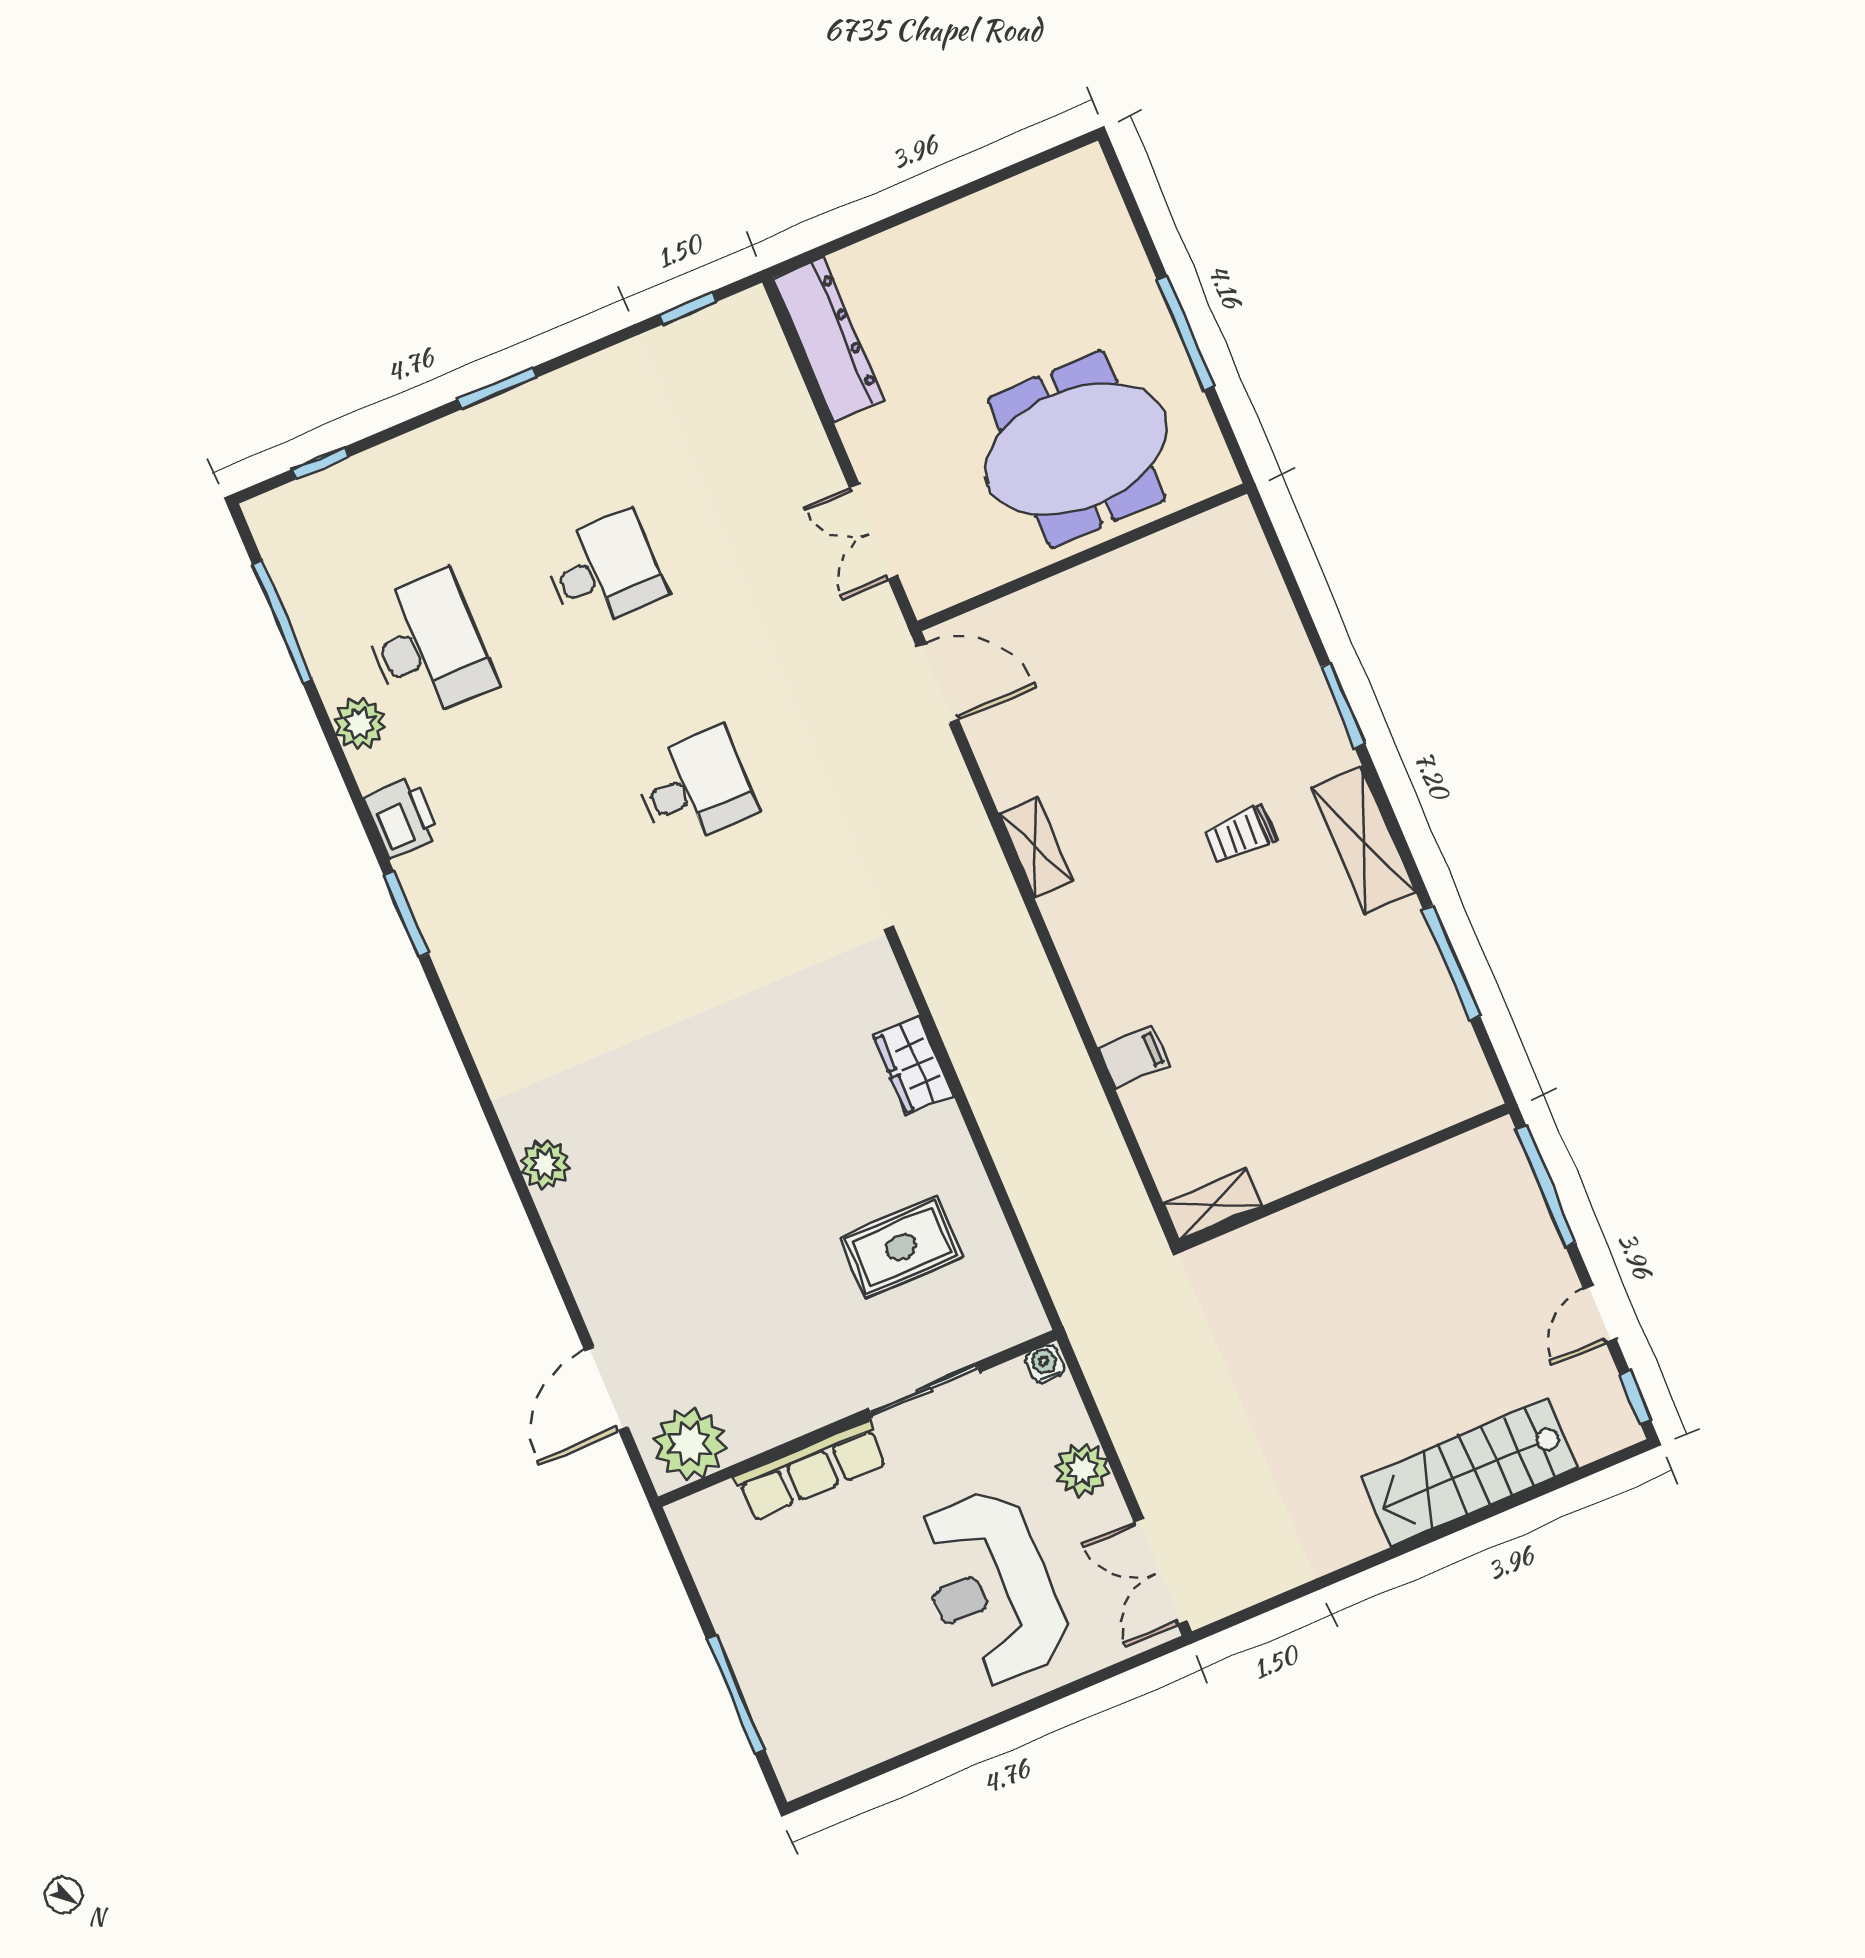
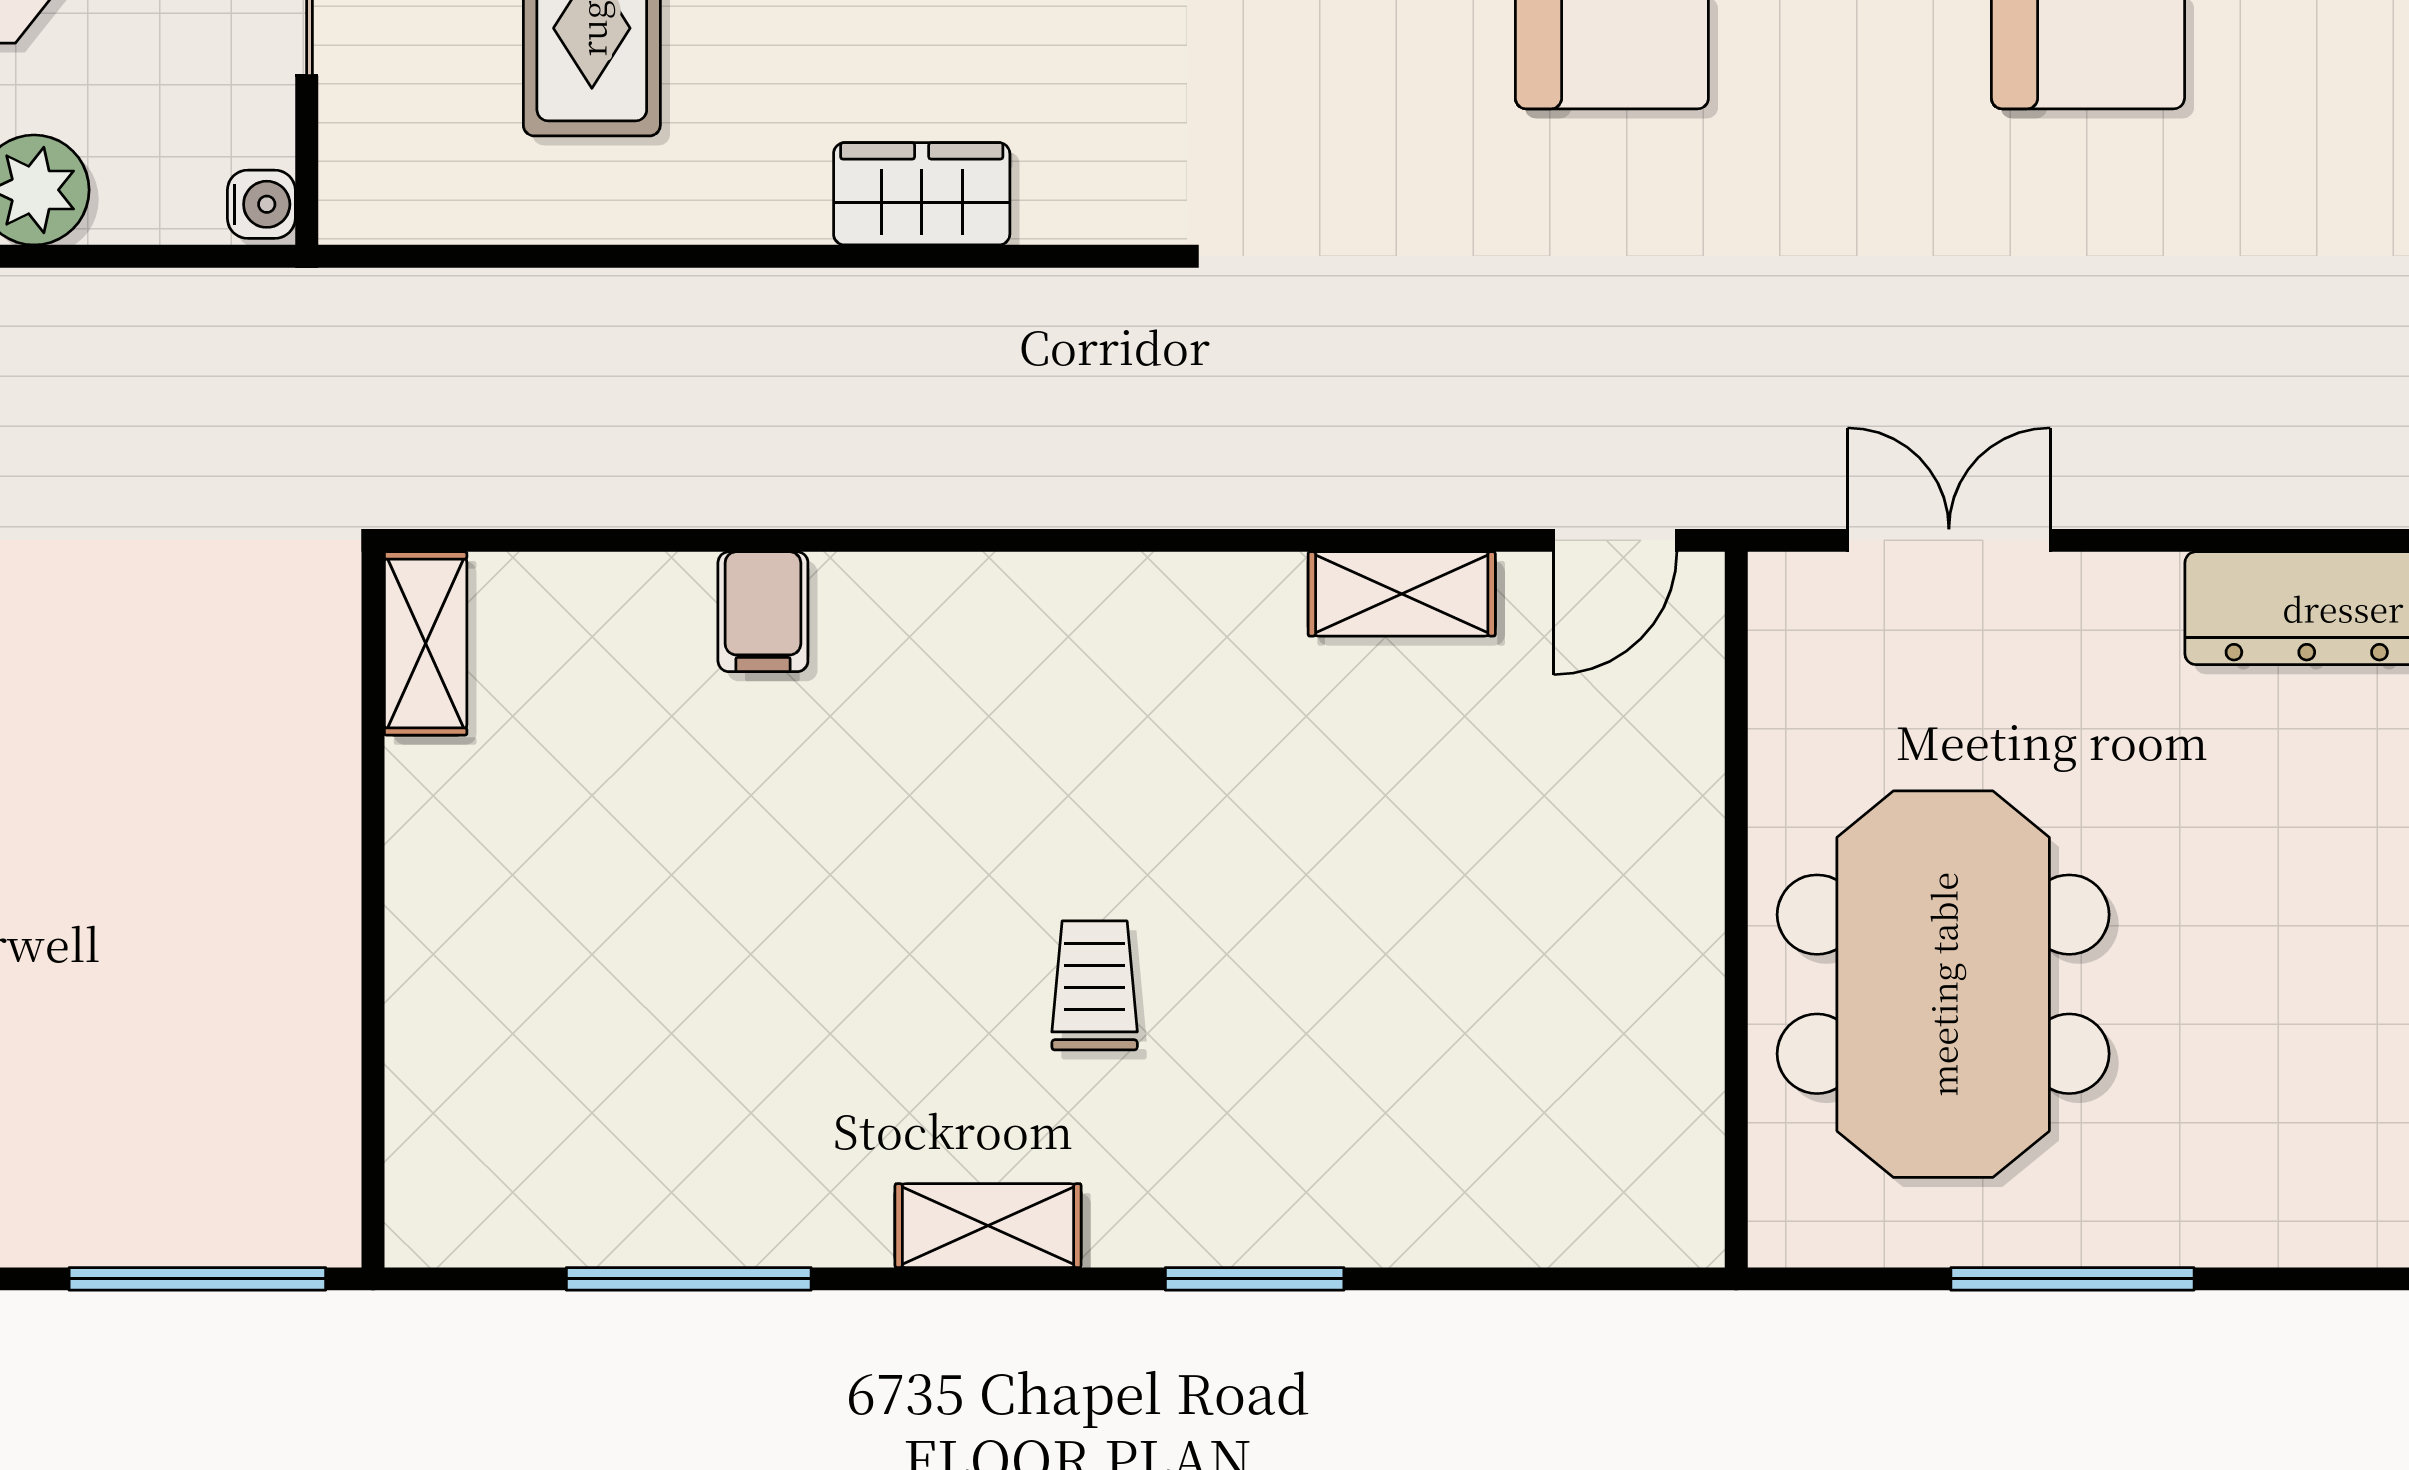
door: (938, 683) -> (1615, 540), width x0.73
shelving: (1363, 840) -> (988, 1226), width x0.67, depth x0.75
shelving: (1036, 848) -> (1402, 594), moved

